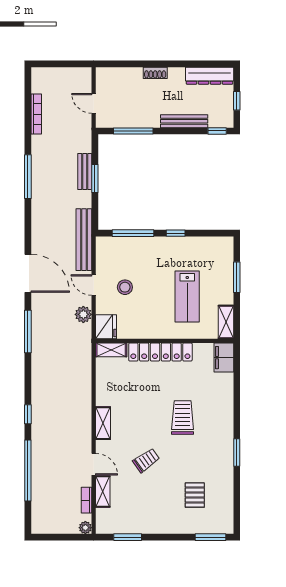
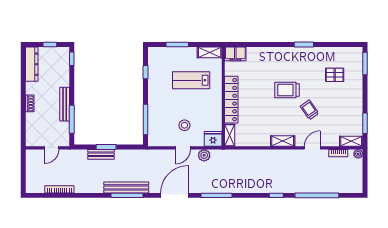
bench: (184, 121) -> (65, 104), moved
window: (28, 177) -> (127, 195), moved
window: (176, 233) -> (145, 72), moved
bench: (84, 240) -> (126, 187), moved
lab bench: (187, 296) -> (191, 80), turned 180
trolley: (183, 417) -> (287, 90), moved
shelving: (103, 491) -> (351, 141), moved

